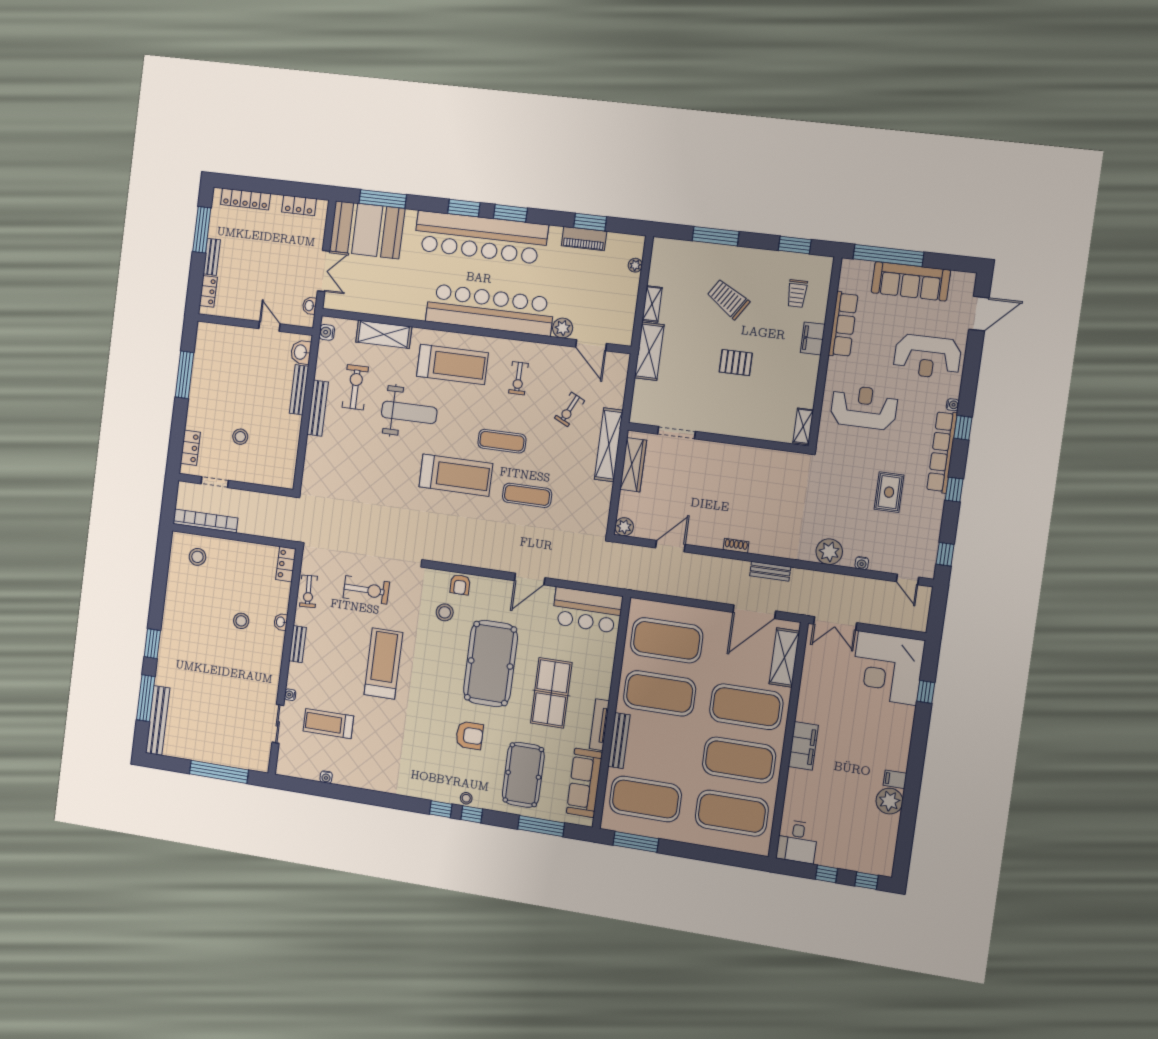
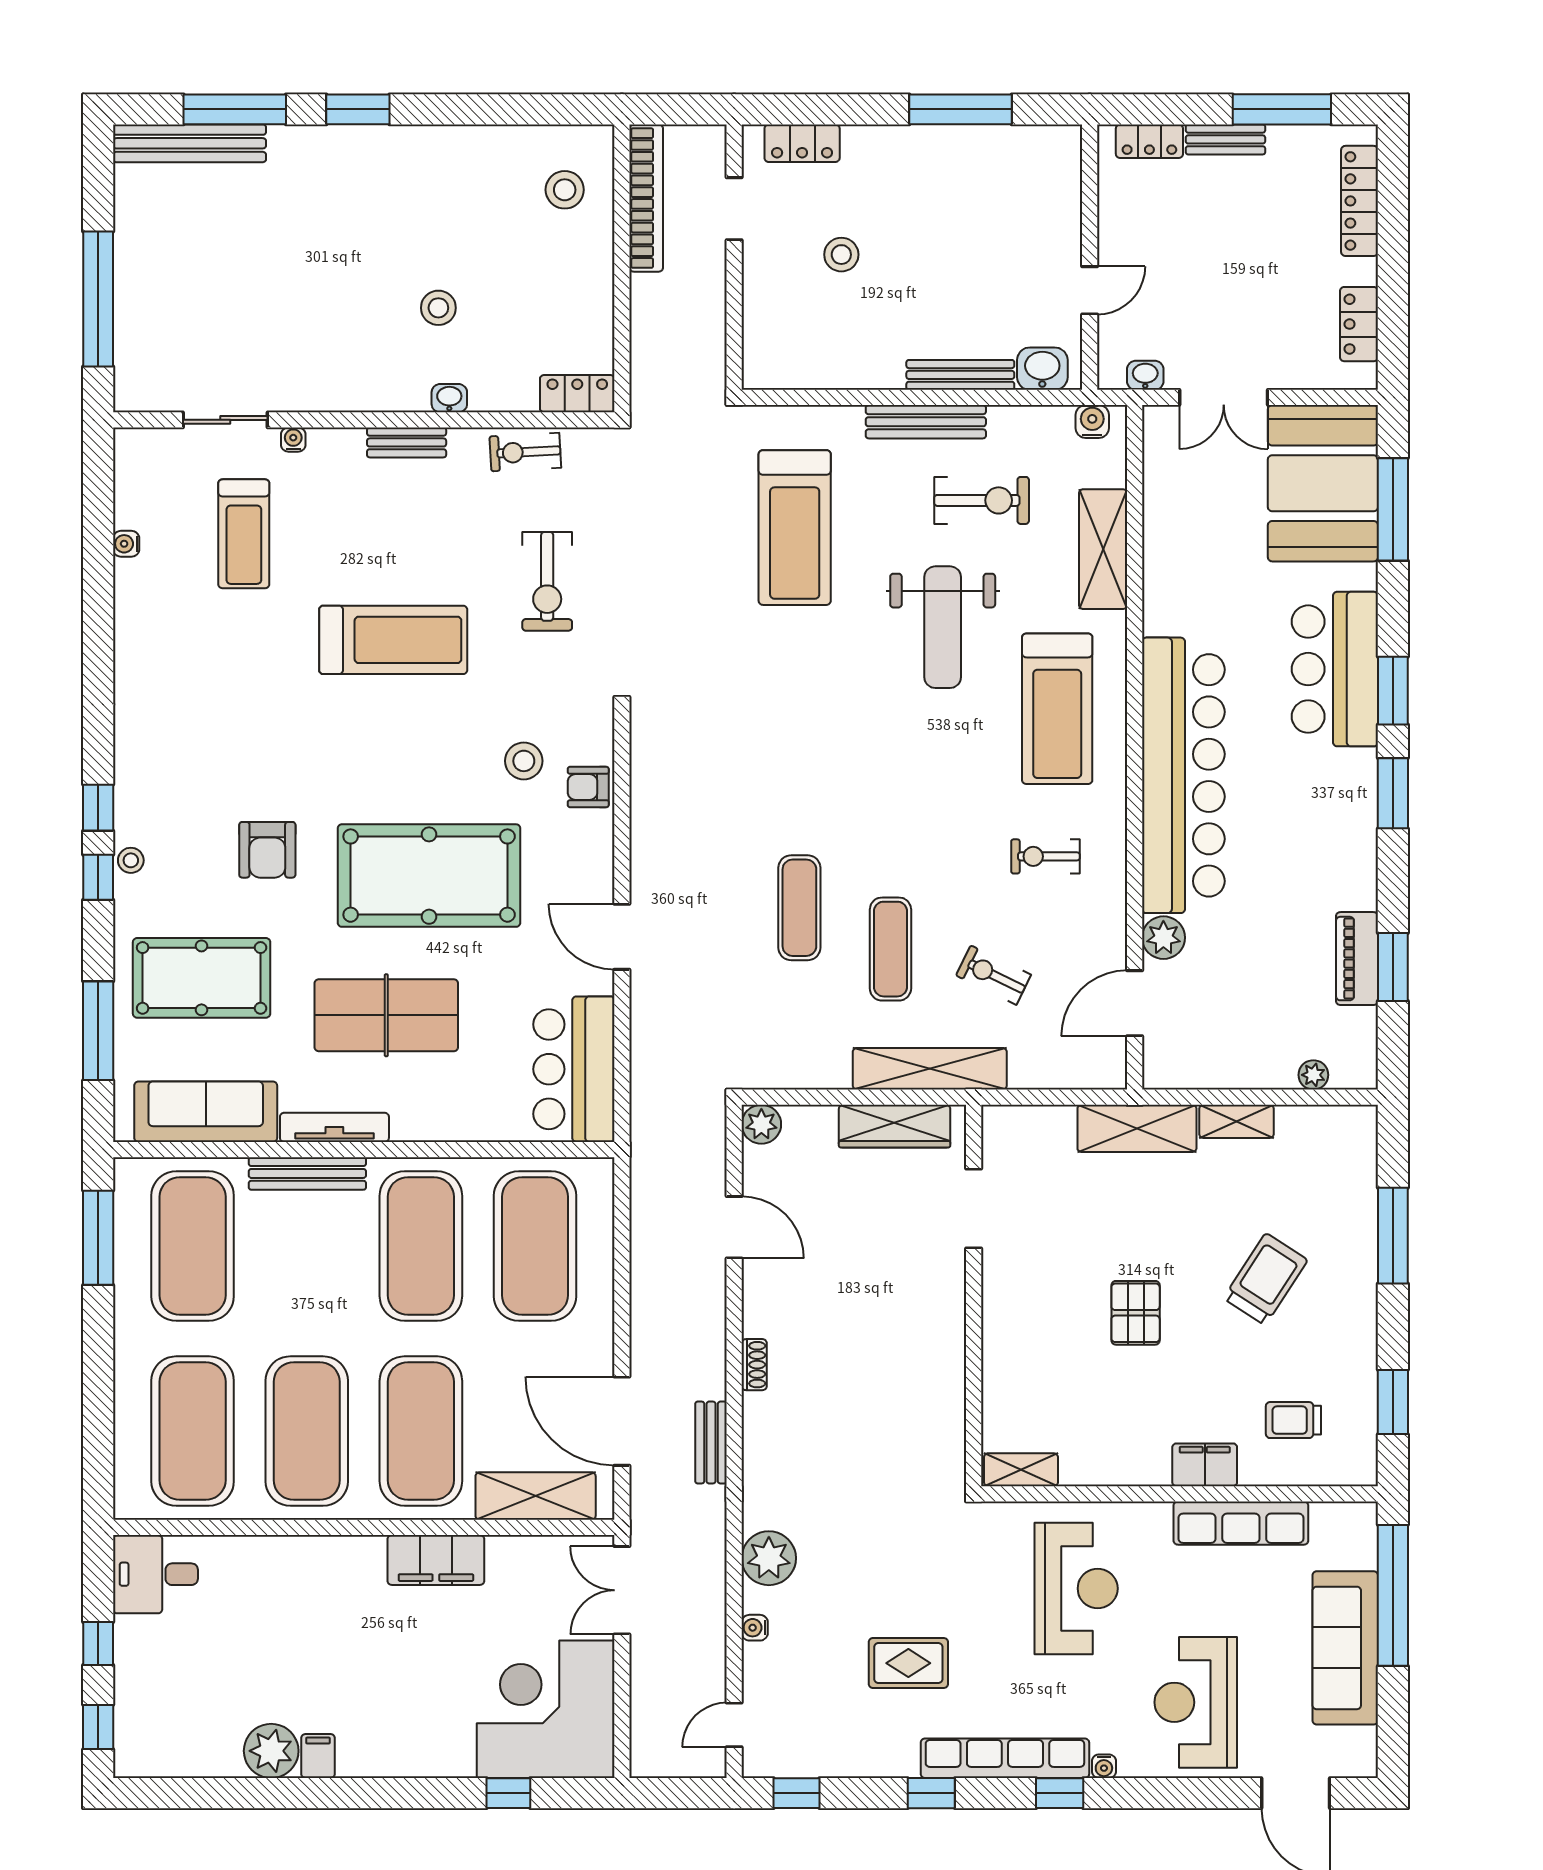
bar counter: (481, 237) -> (1335, 669), width x0.54
exercise mat: (502, 441) -> (890, 949), moved
treadmill: (456, 475) -> (795, 528), moved
treadmill: (328, 724) -> (244, 534), turned 180
filing cabinet: (803, 746) -> (436, 1560), moved

